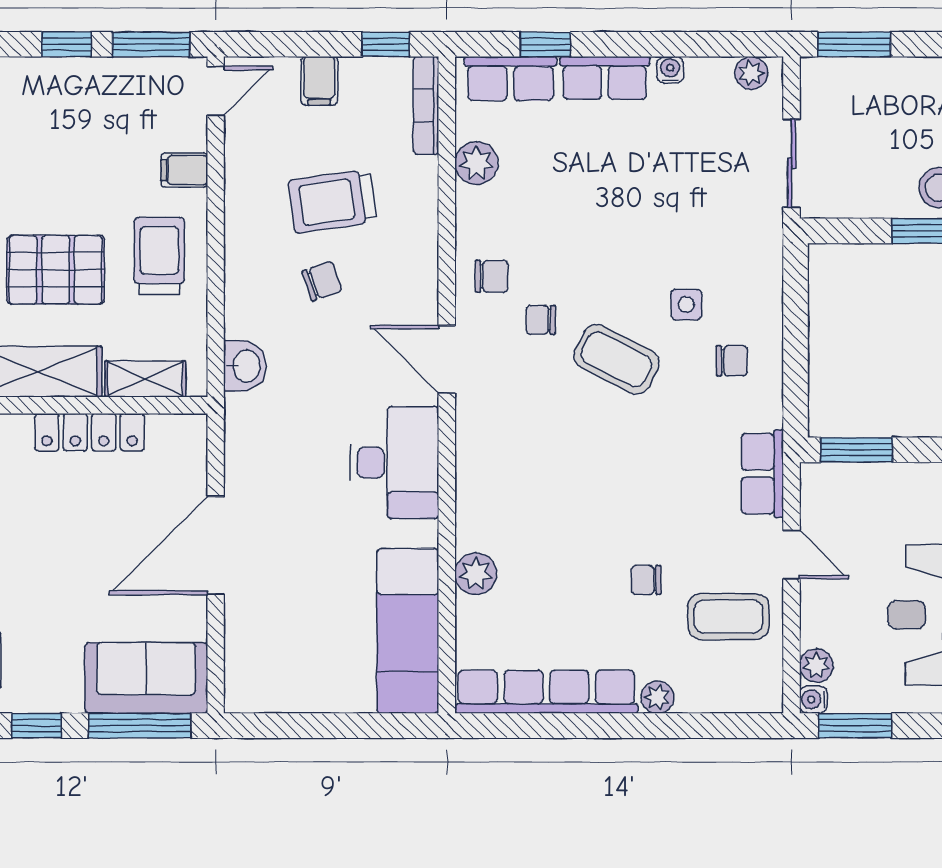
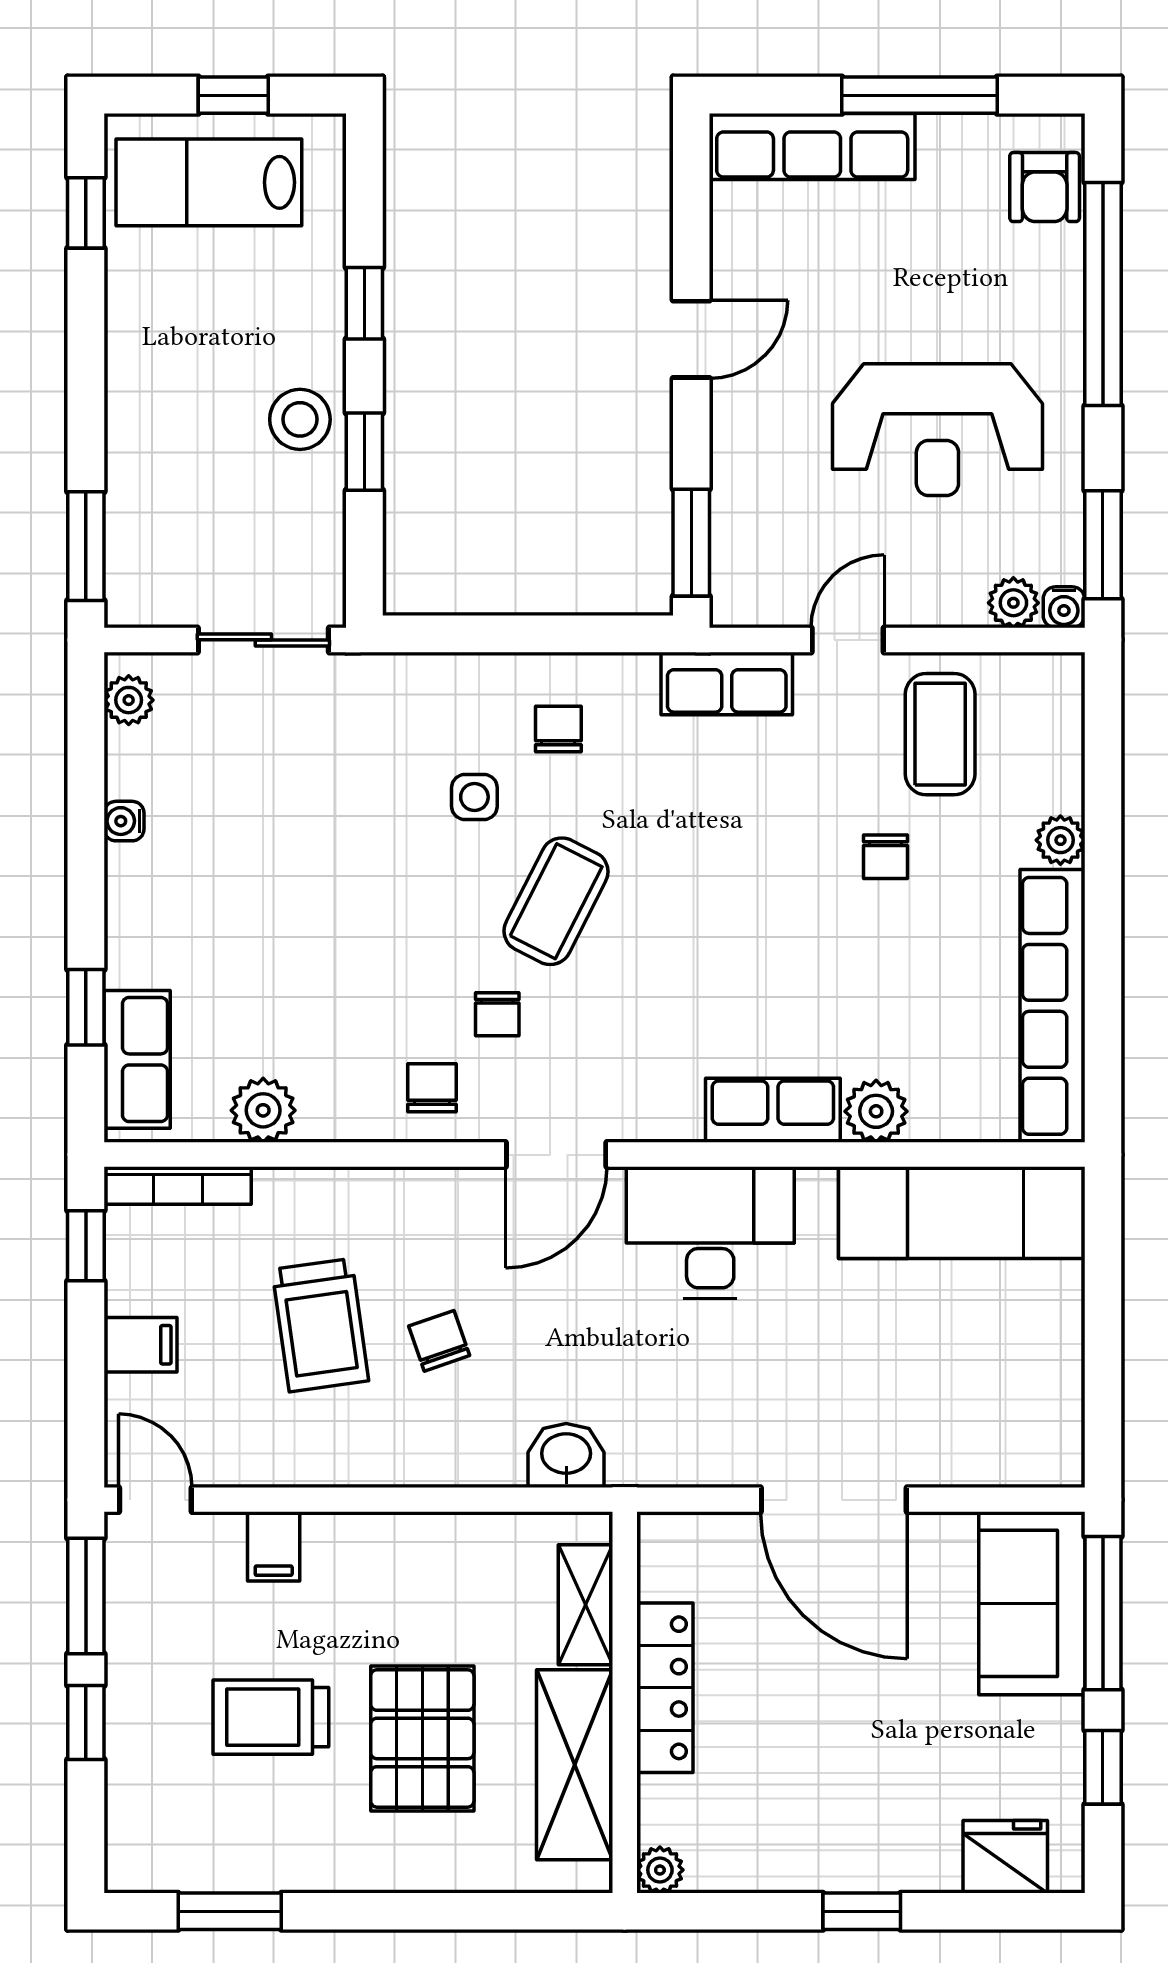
row of seats: (605, 78) -> (773, 1110), moved, turned -90
trolley: (159, 256) -> (271, 1717), moved

